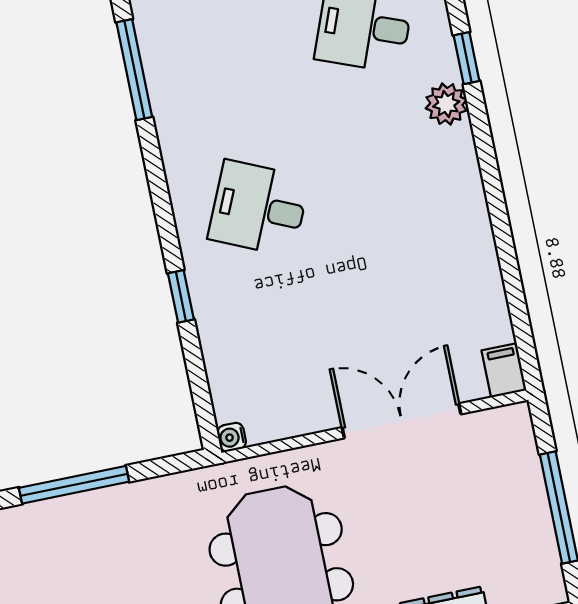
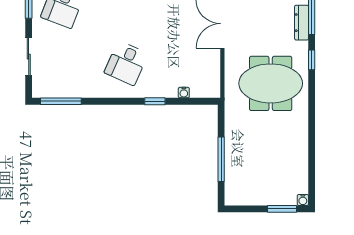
water cooler: (232, 437) -> (184, 93), moved

